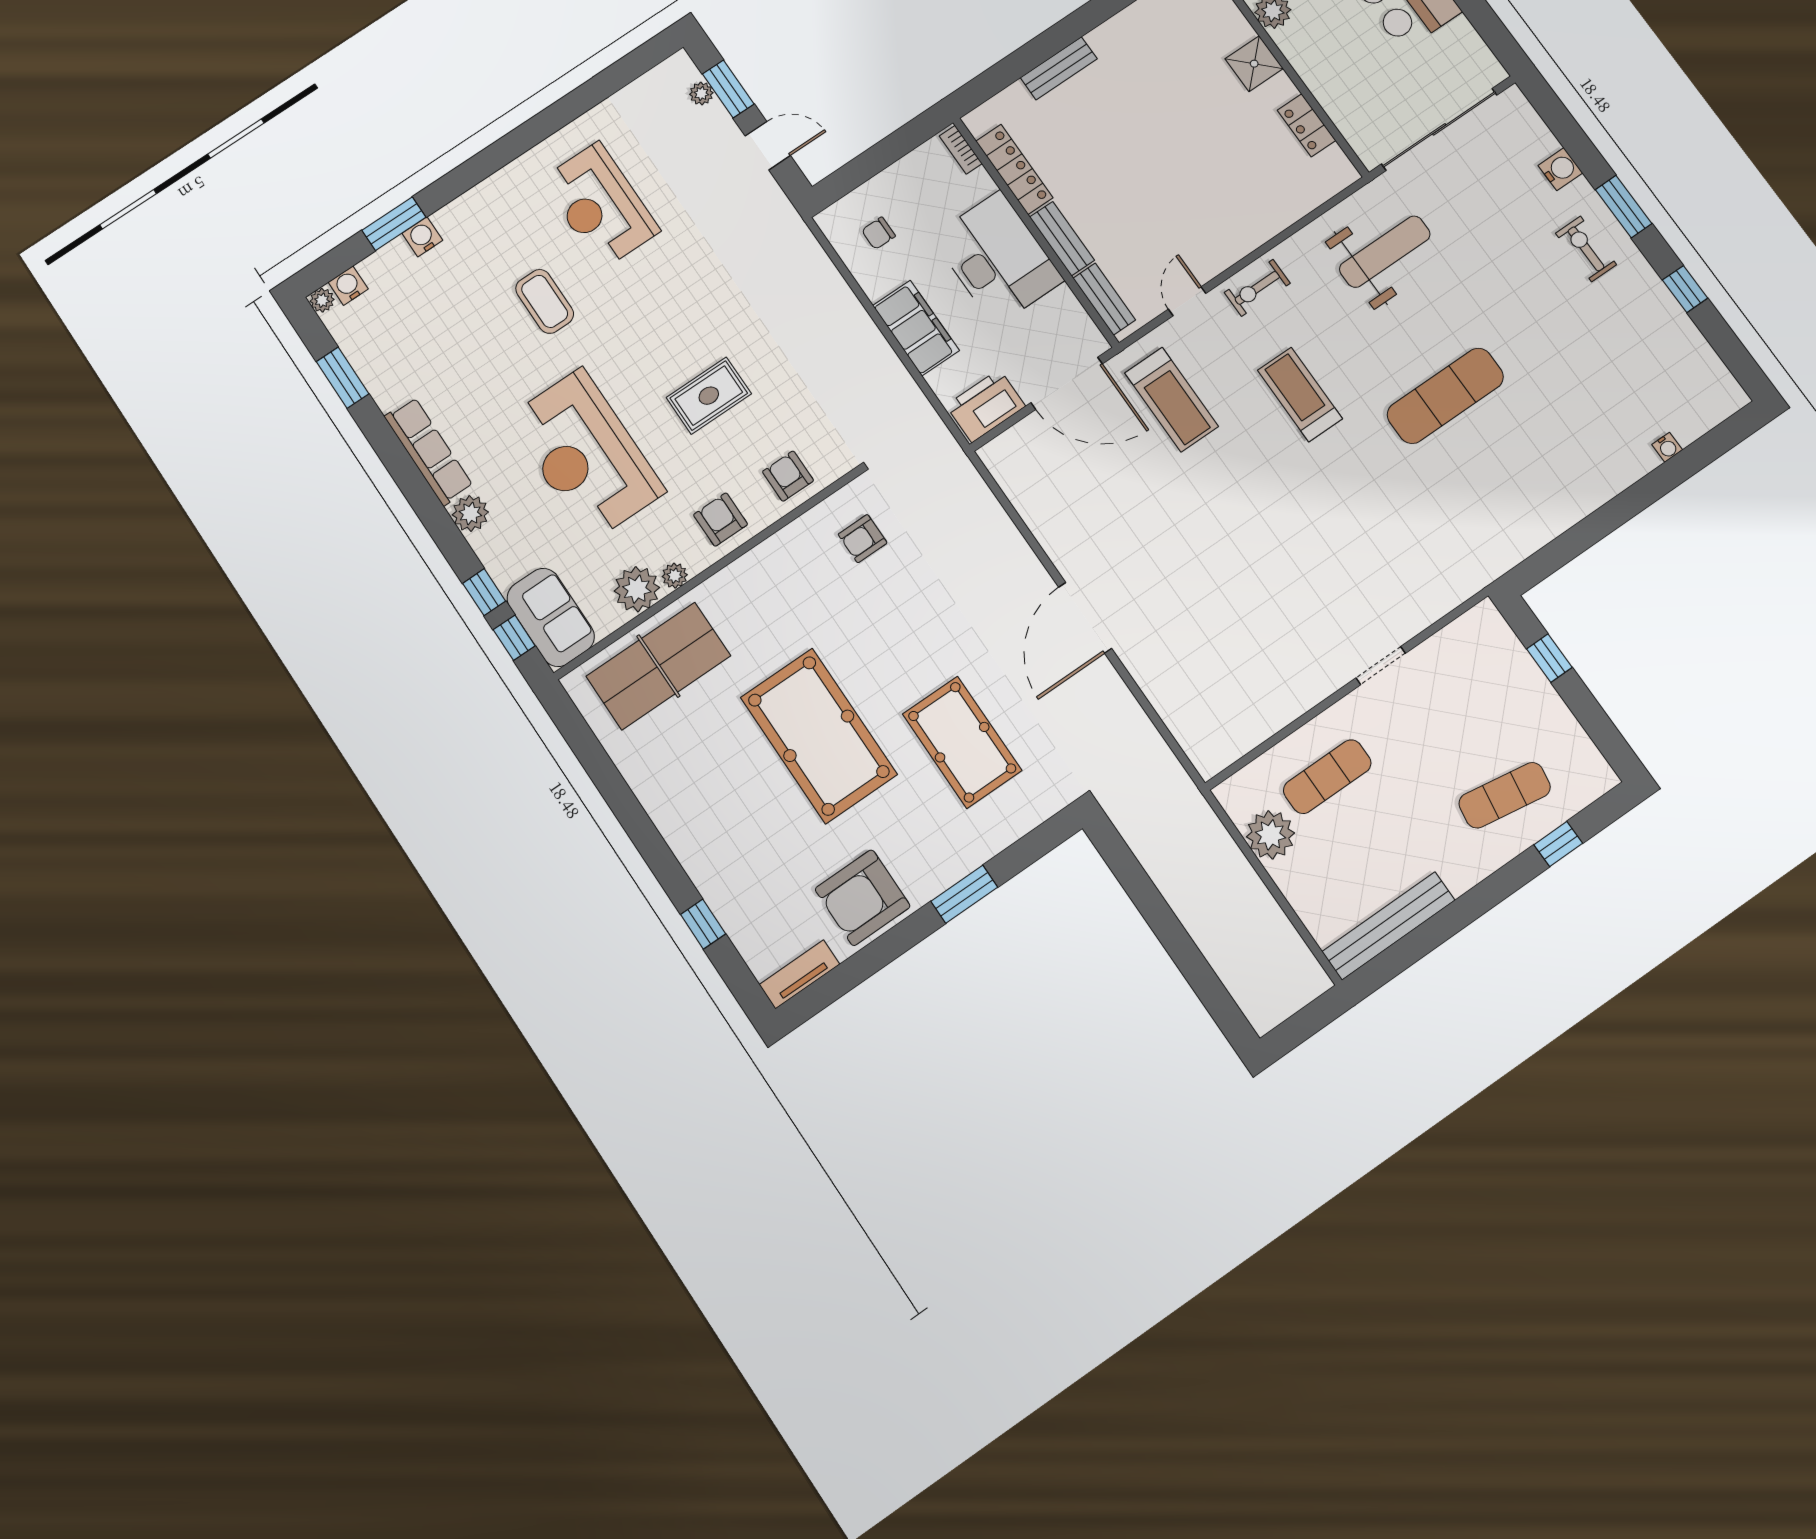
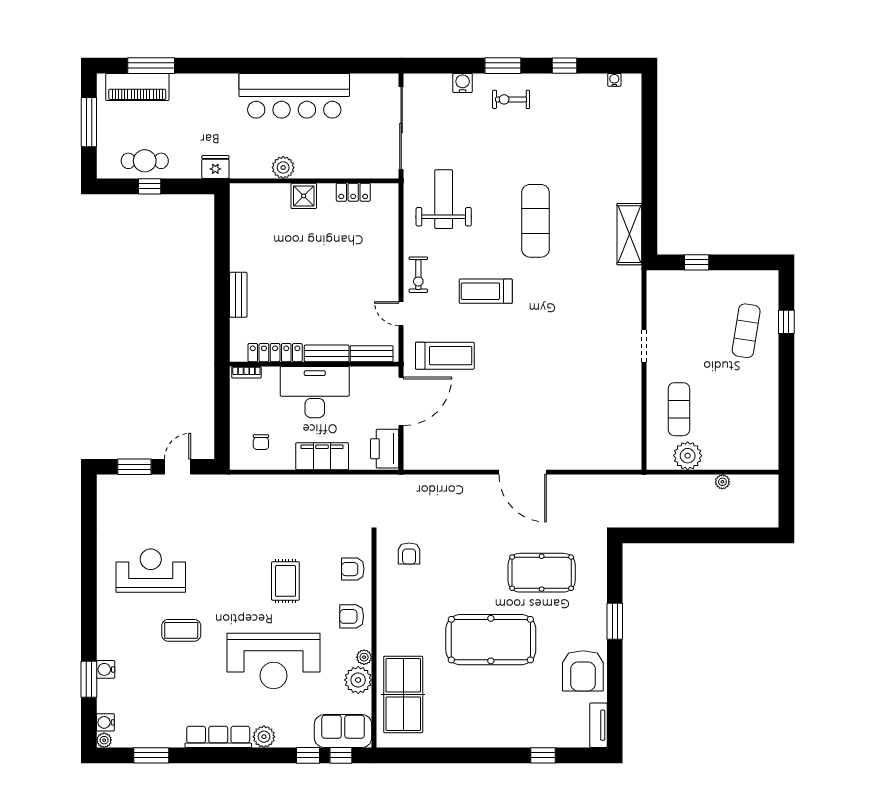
plant: (701, 94) -> (722, 482), moved
reception desk: (600, 205) -> (151, 571), turned 180
water cooler: (1667, 447) -> (614, 80), moved, turned -90
shelving: (1521, 537) -> (629, 234), added
bench: (1389, 926) -> (769, 430), removed

